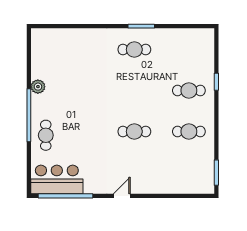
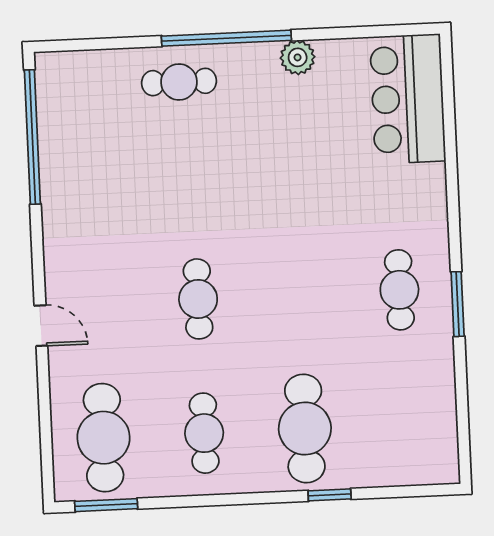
cafe table: (189, 91) -> (305, 428), width x1.37, depth x1.35
cafe table: (189, 172) -> (103, 438), added
bar counter: (57, 179) -> (408, 99), moved, turned 180
door: (122, 196) -> (41, 326), moved

